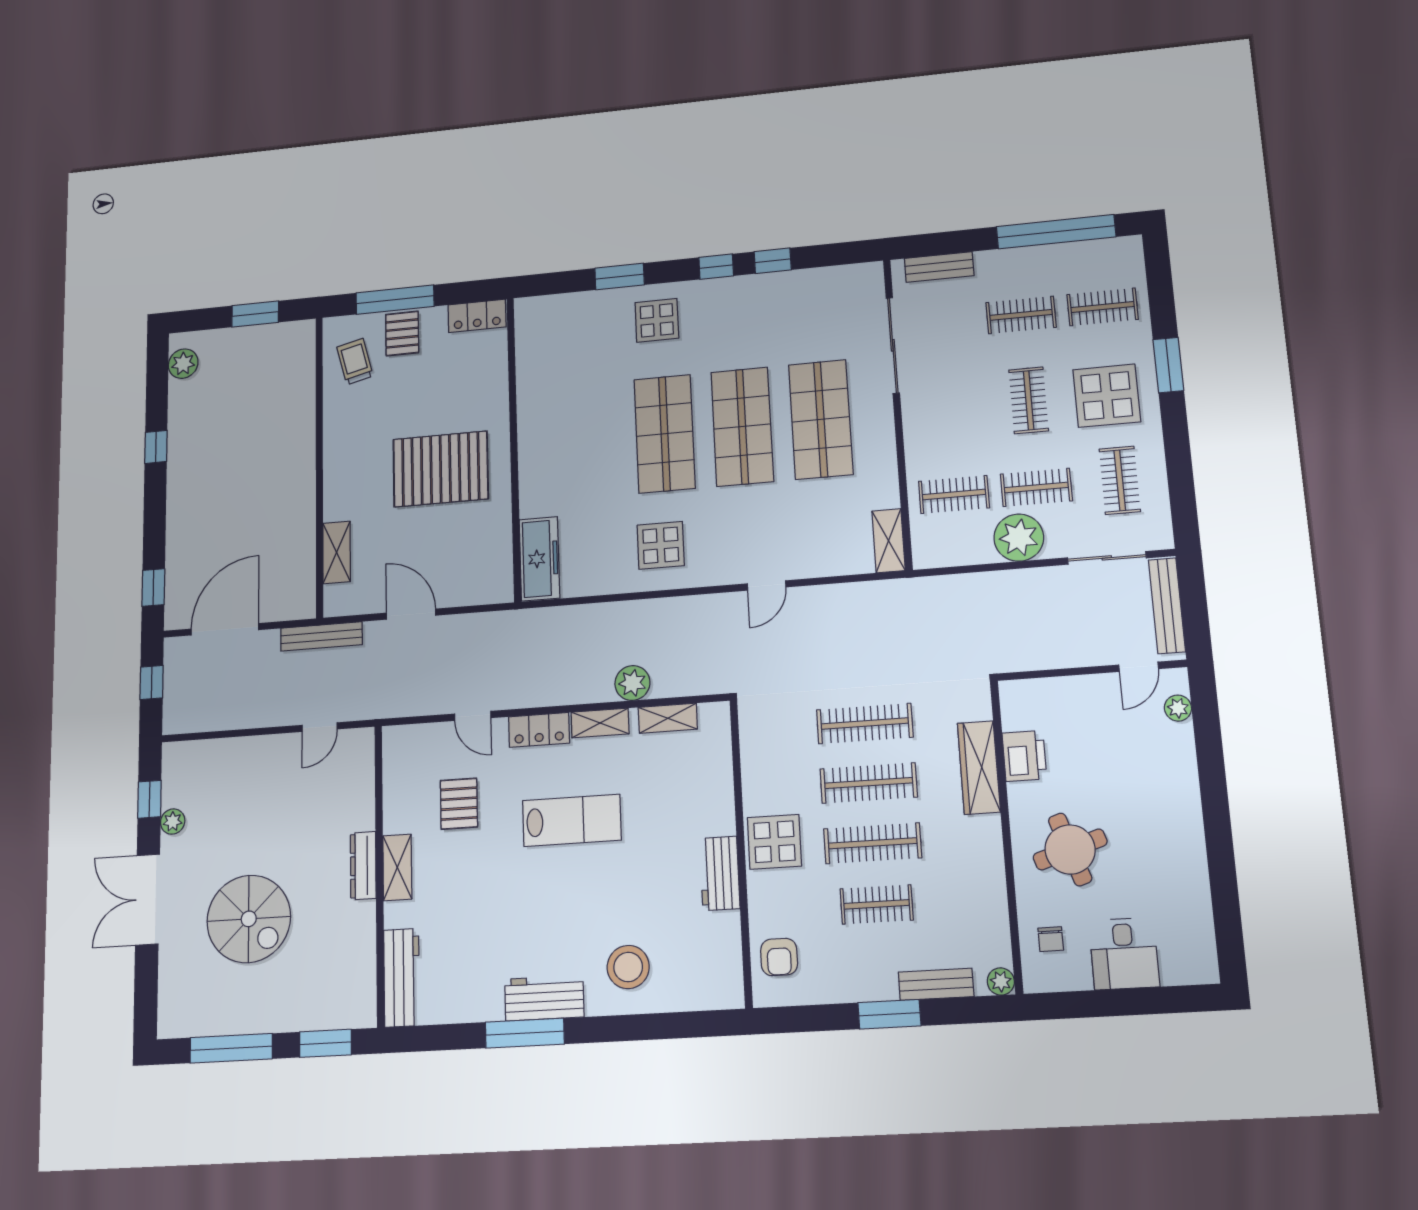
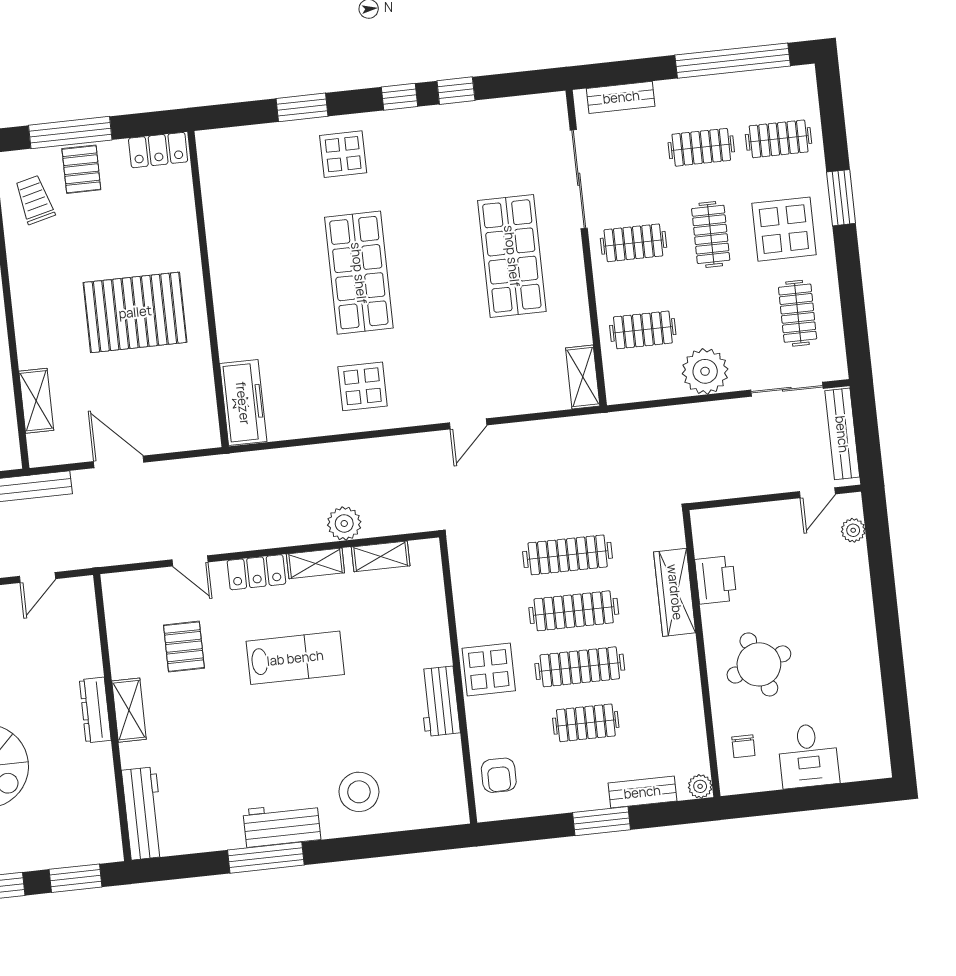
shop shelf: (742, 427) -> (435, 264), removed
clothes rail: (1036, 487) -> (633, 243), moved

